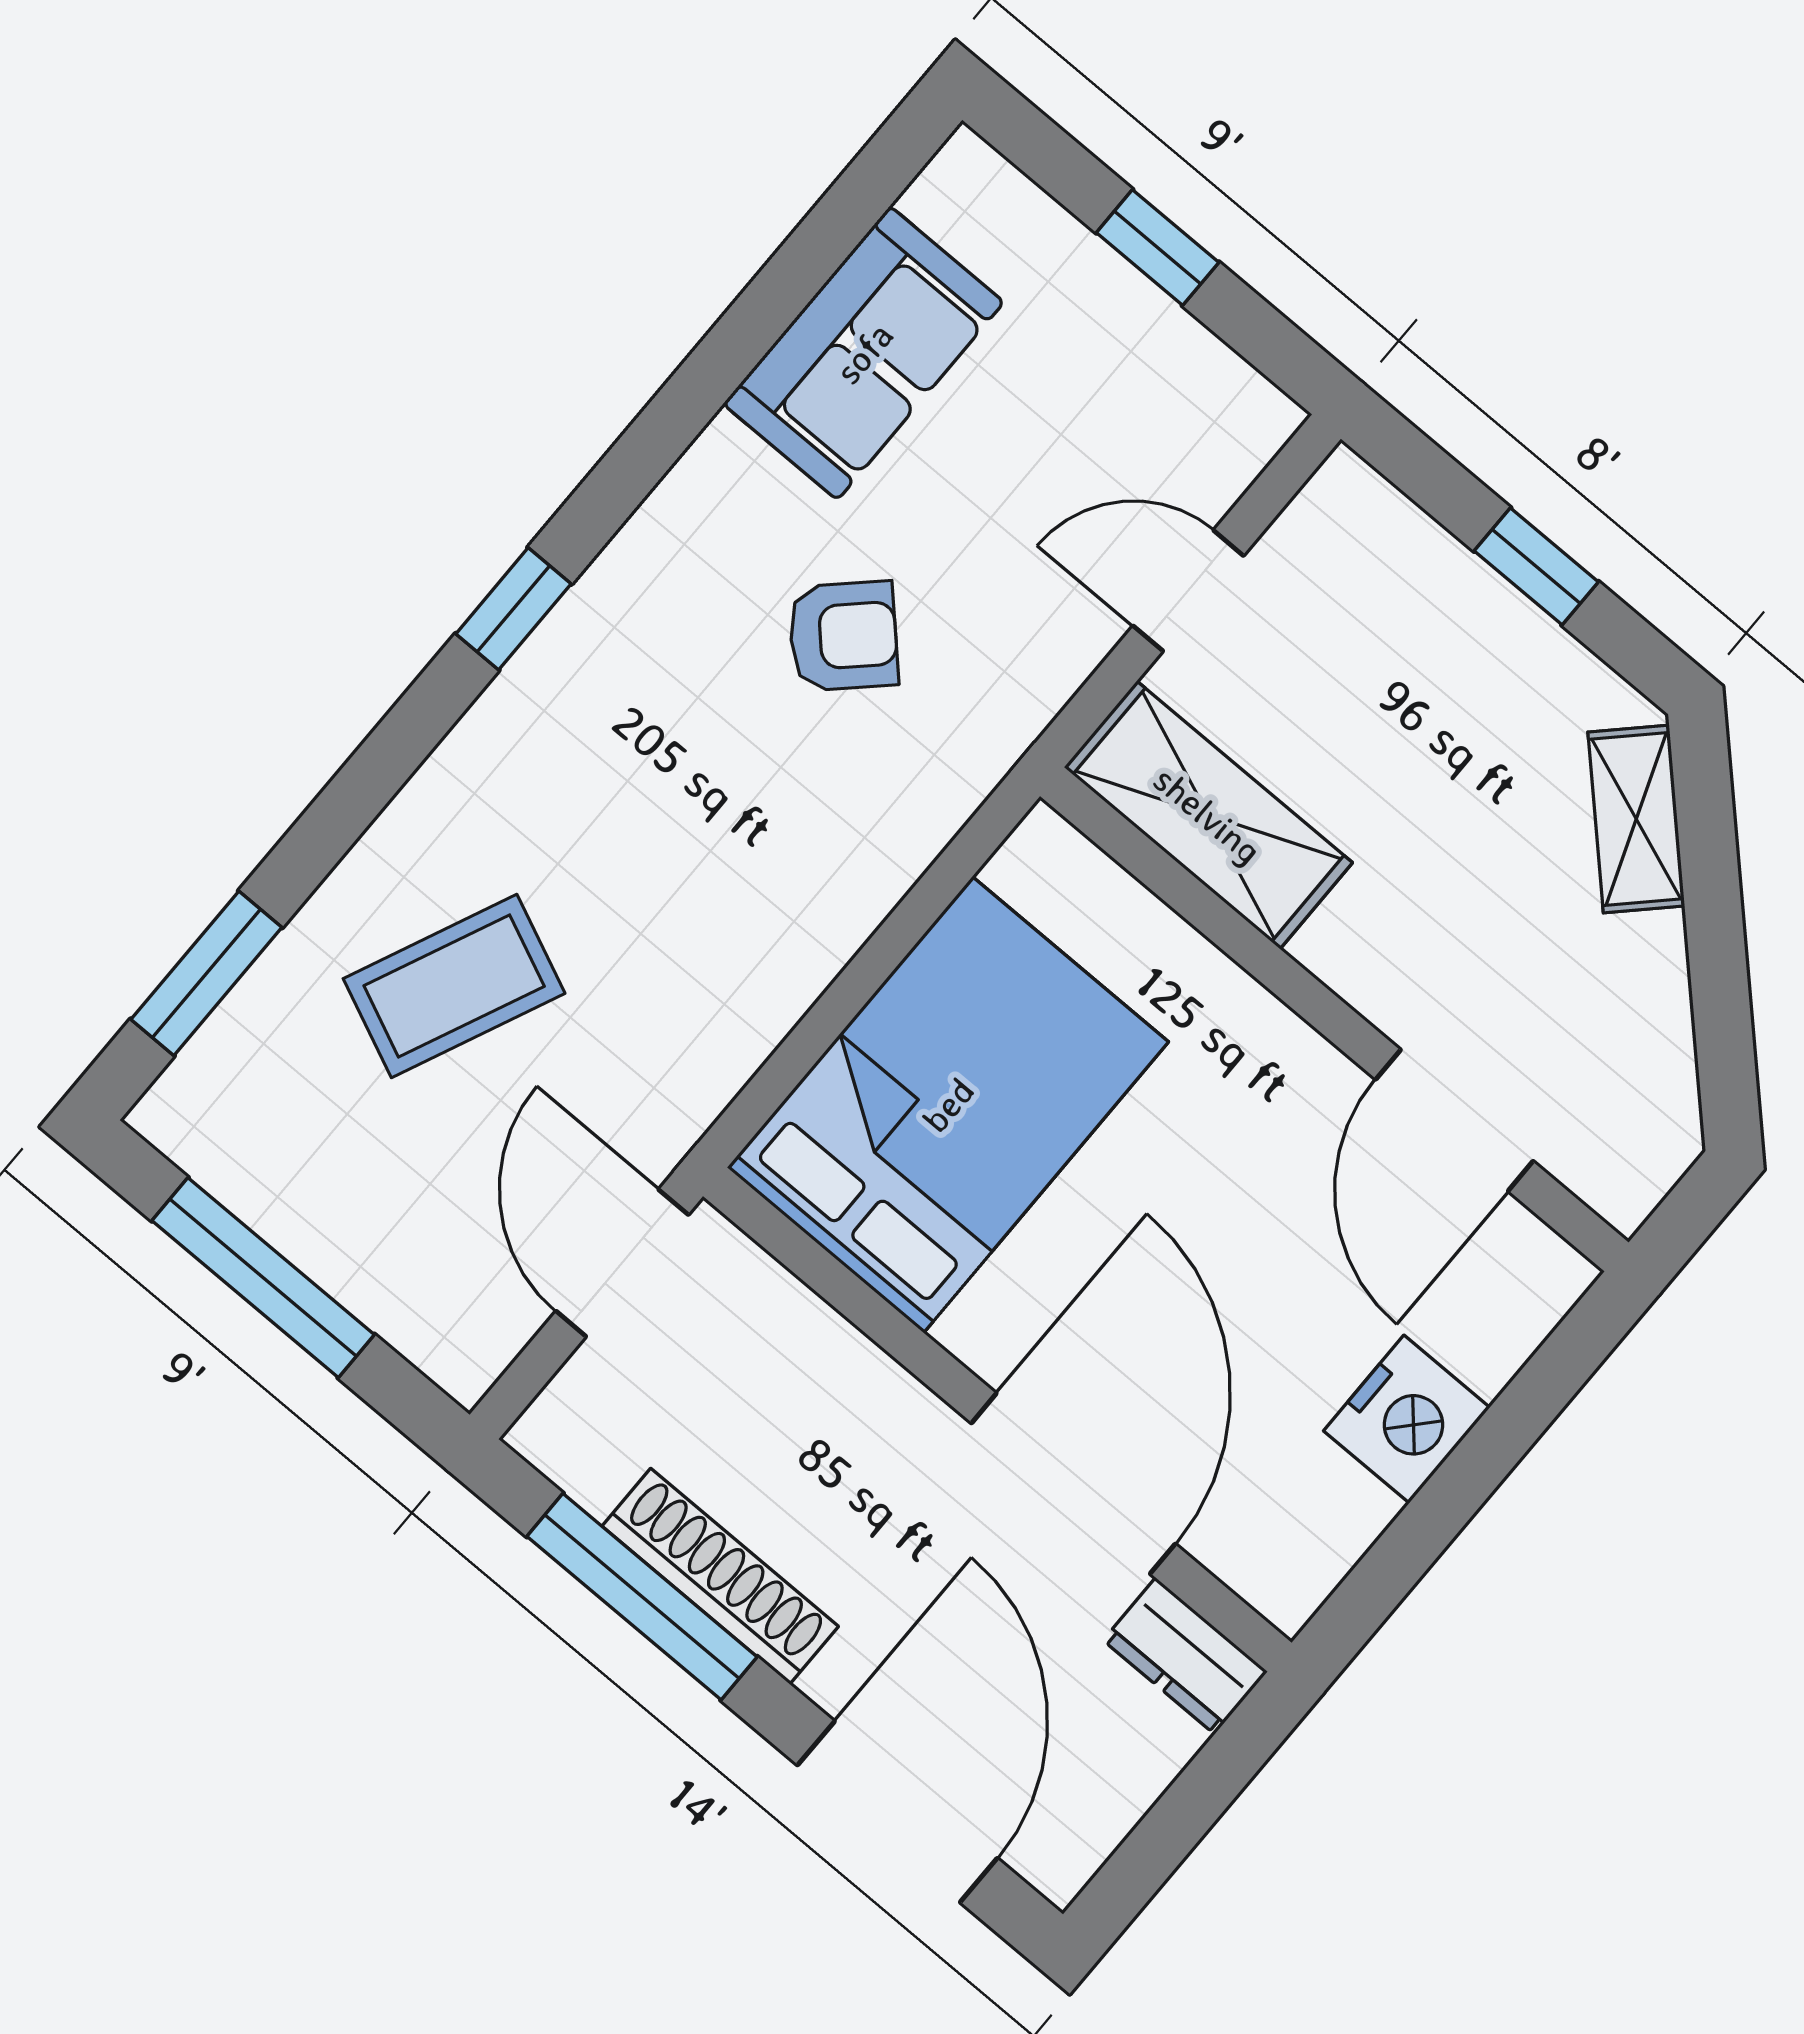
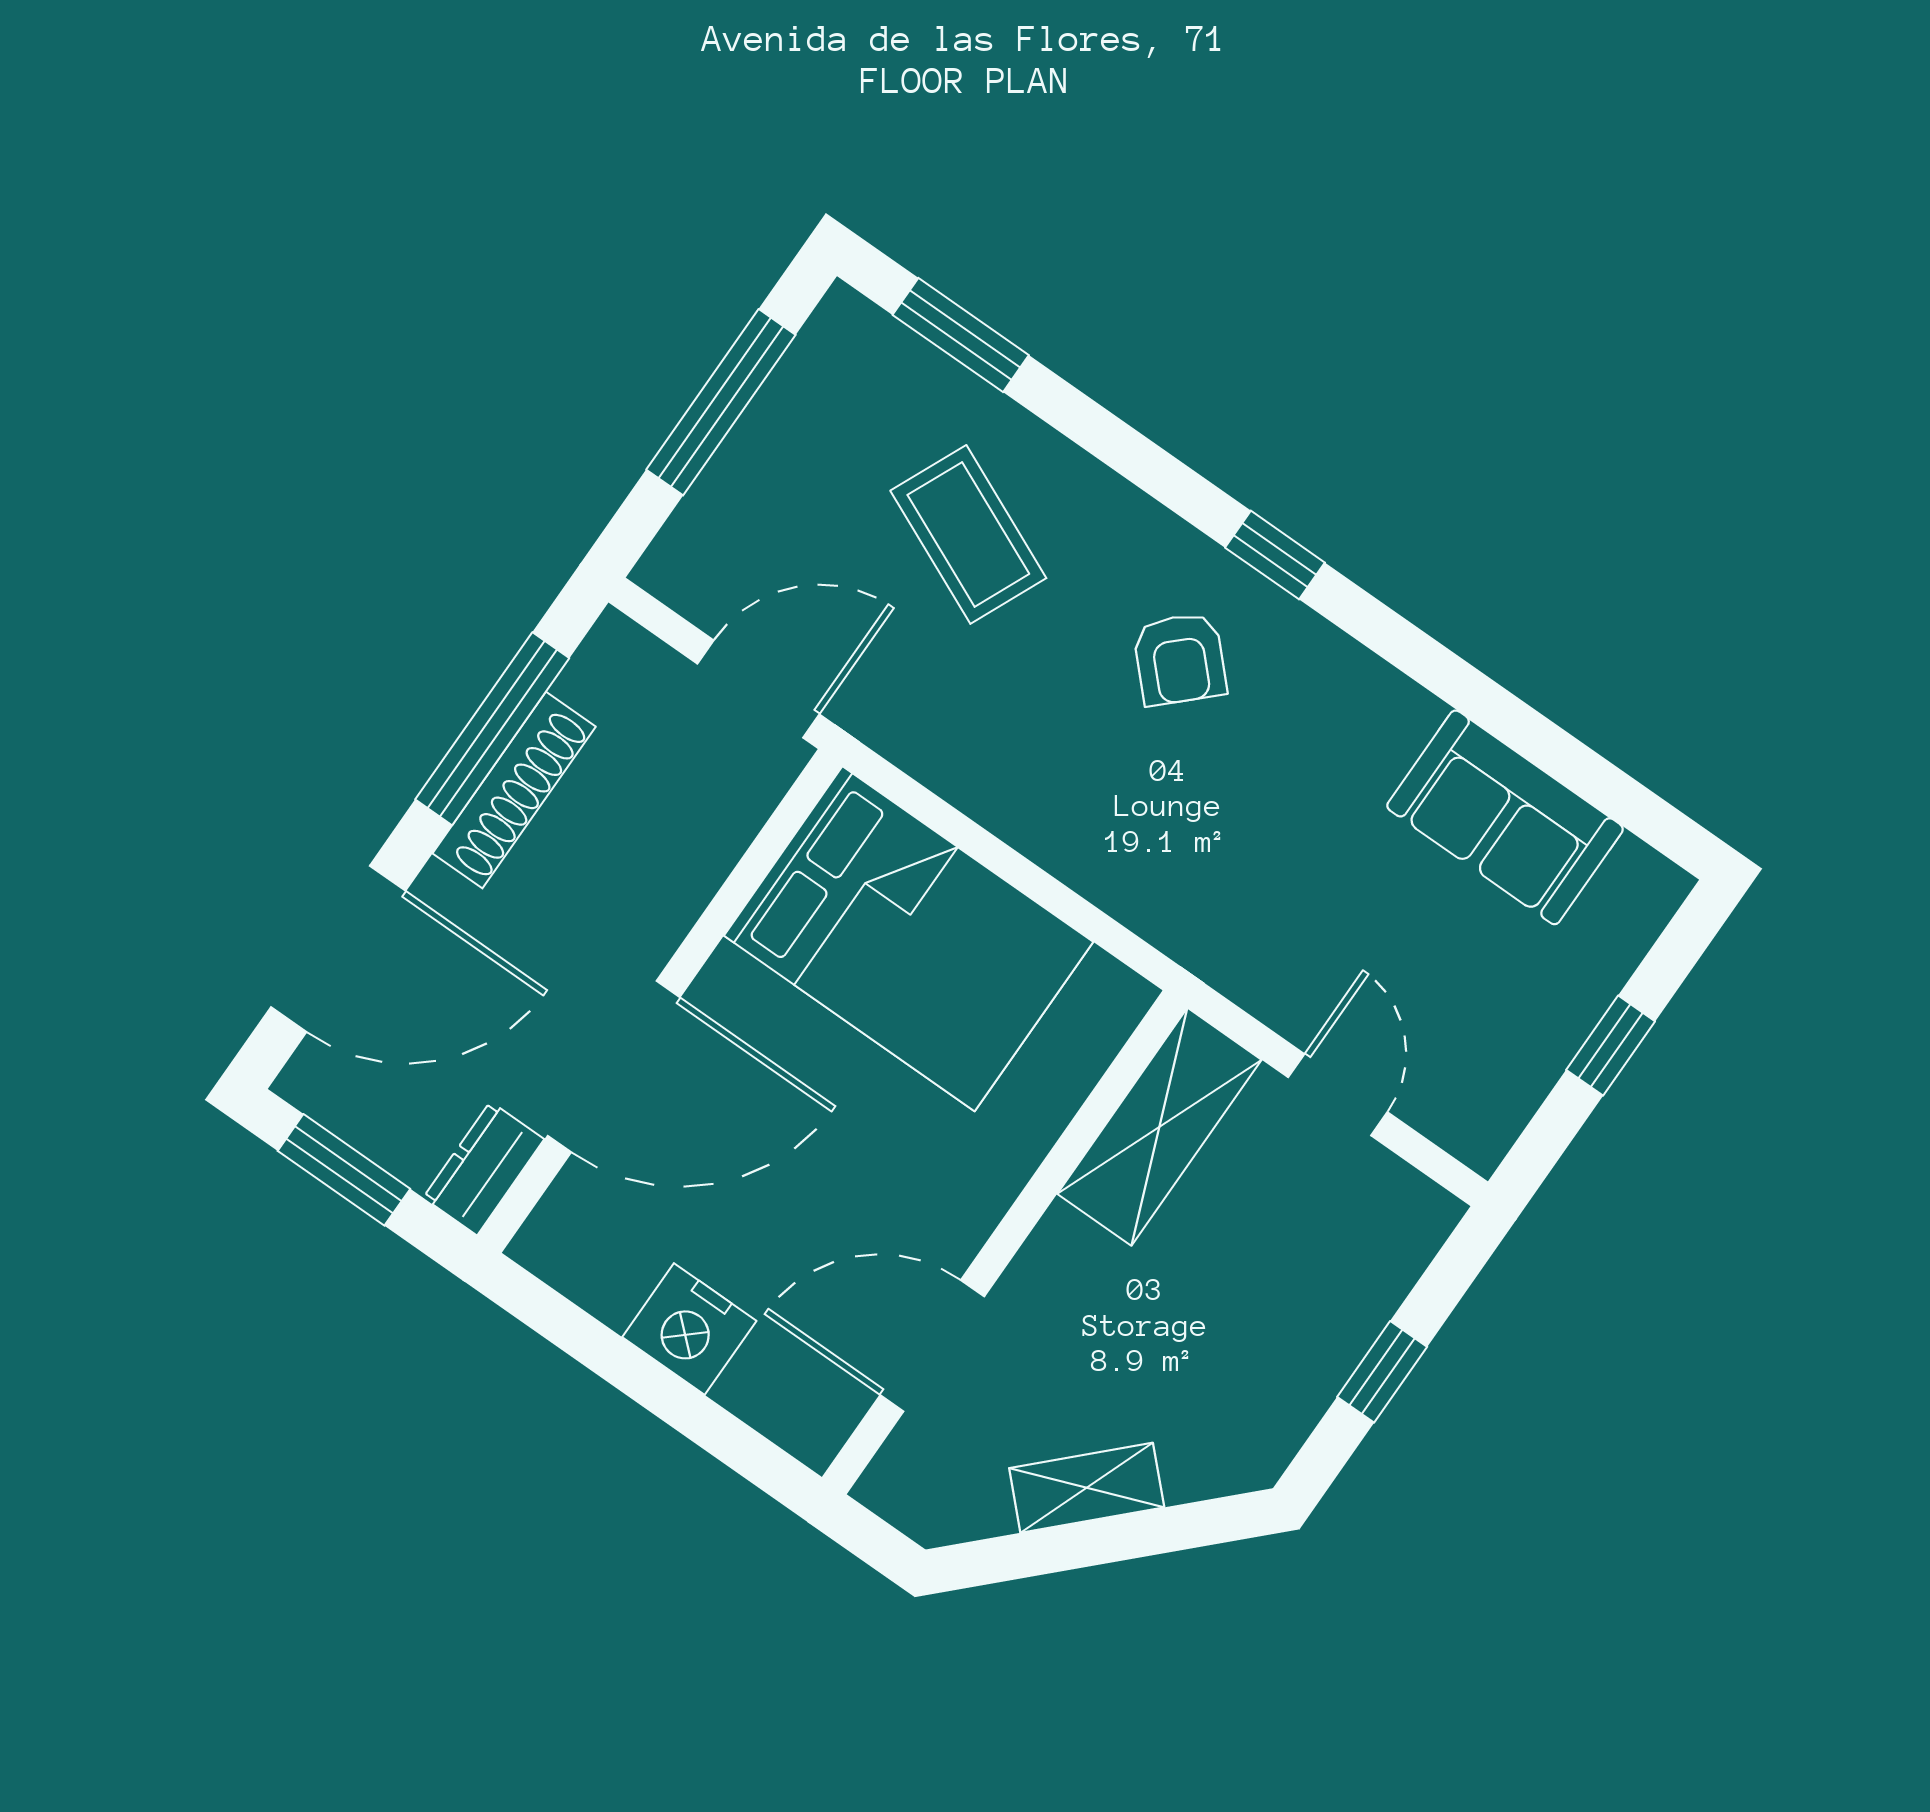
armchair: (843, 636) -> (1180, 659), moved
shelving: (1636, 819) -> (1087, 1488), moved
window: (1171, 1829) -> (344, 1170), added

